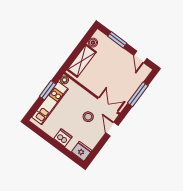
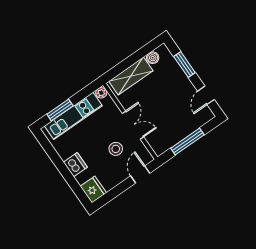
window: (48, 90) -> (60, 110), moved
double door: (108, 105) -> (133, 125), moved

